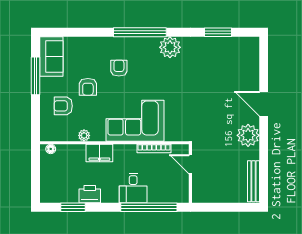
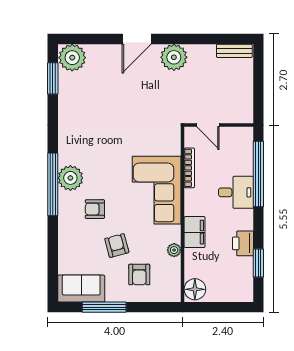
window: (218, 32) -> (53, 78), moved
plant: (170, 47) -> (70, 178), moved
plant: (248, 49) -> (72, 58), added
armchair: (88, 87) -> (117, 246), turned -105
floor lamp: (51, 149) -> (195, 289), width x1.89, depth x1.89
door: (190, 164) -> (208, 125), hinge flipped
bench: (254, 181) -> (234, 51), width x0.73

